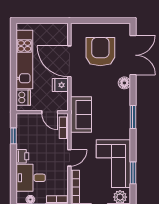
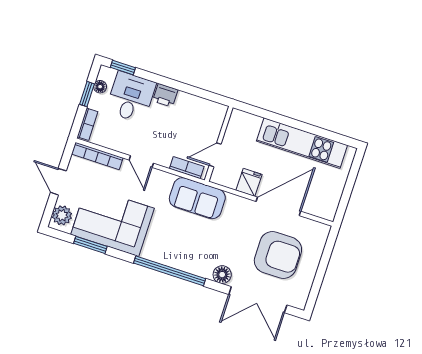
dishwasher: (23, 98) -> (248, 124), removed
window: (133, 117) -> (170, 271), width x2.11
window: (13, 136) -> (123, 67), moved

